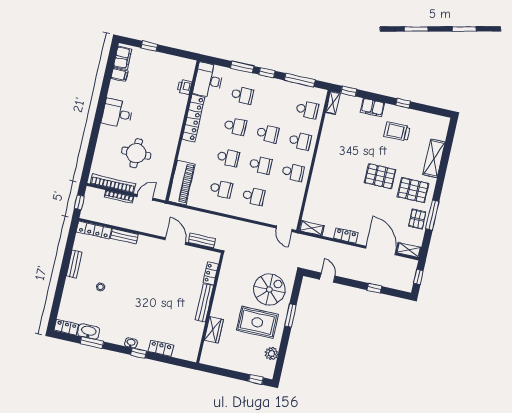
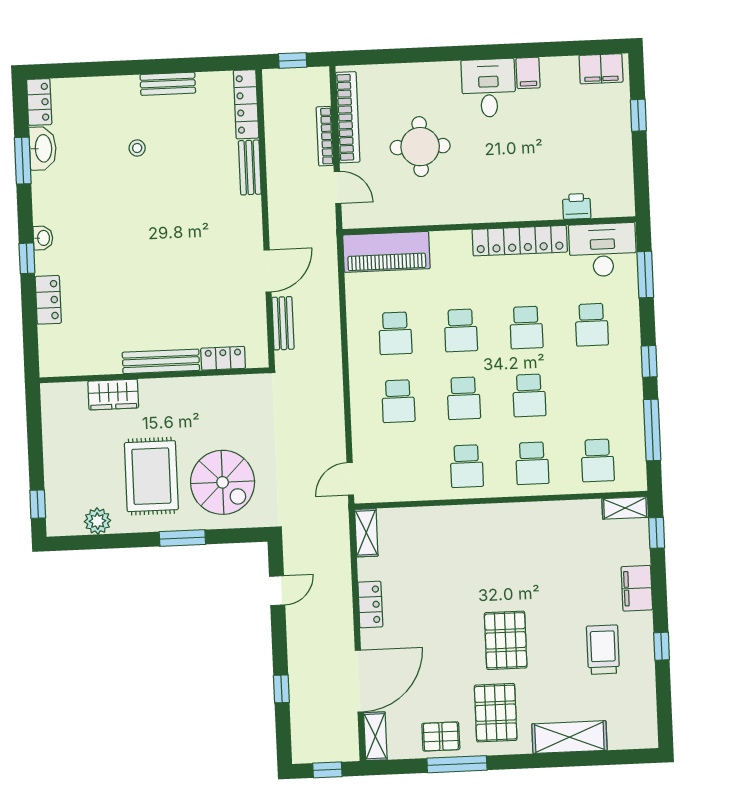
window: (242, 67) -> (645, 275), moved
filing cabinet: (119, 75) -> (528, 73), moved

